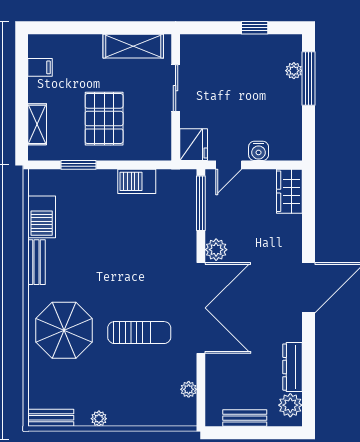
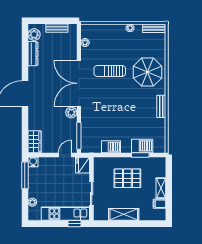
window: (255, 28) -> (75, 224), moved
shelving: (133, 46) -> (124, 214), moved
kitchen unit: (228, 48) -> (65, 214), added
window: (308, 79) -> (25, 175), moved
pallet: (104, 119) -> (127, 178), turned 90
shelving: (37, 124) -> (161, 188), moved
water cooler: (259, 151) -> (33, 162), moved
barbecue: (42, 217) -> (142, 146), moved, turned 90

